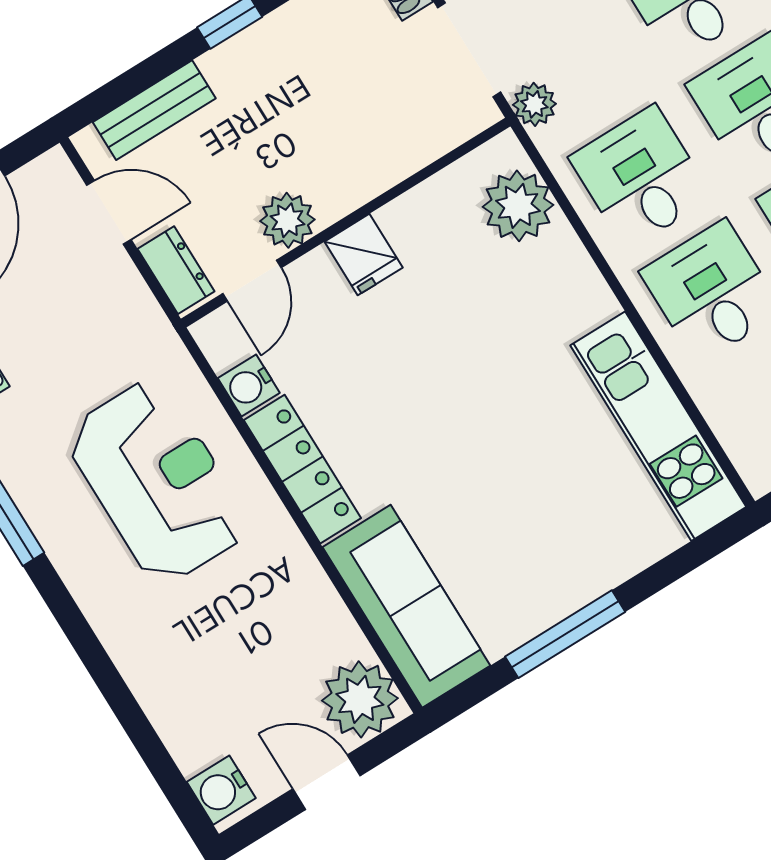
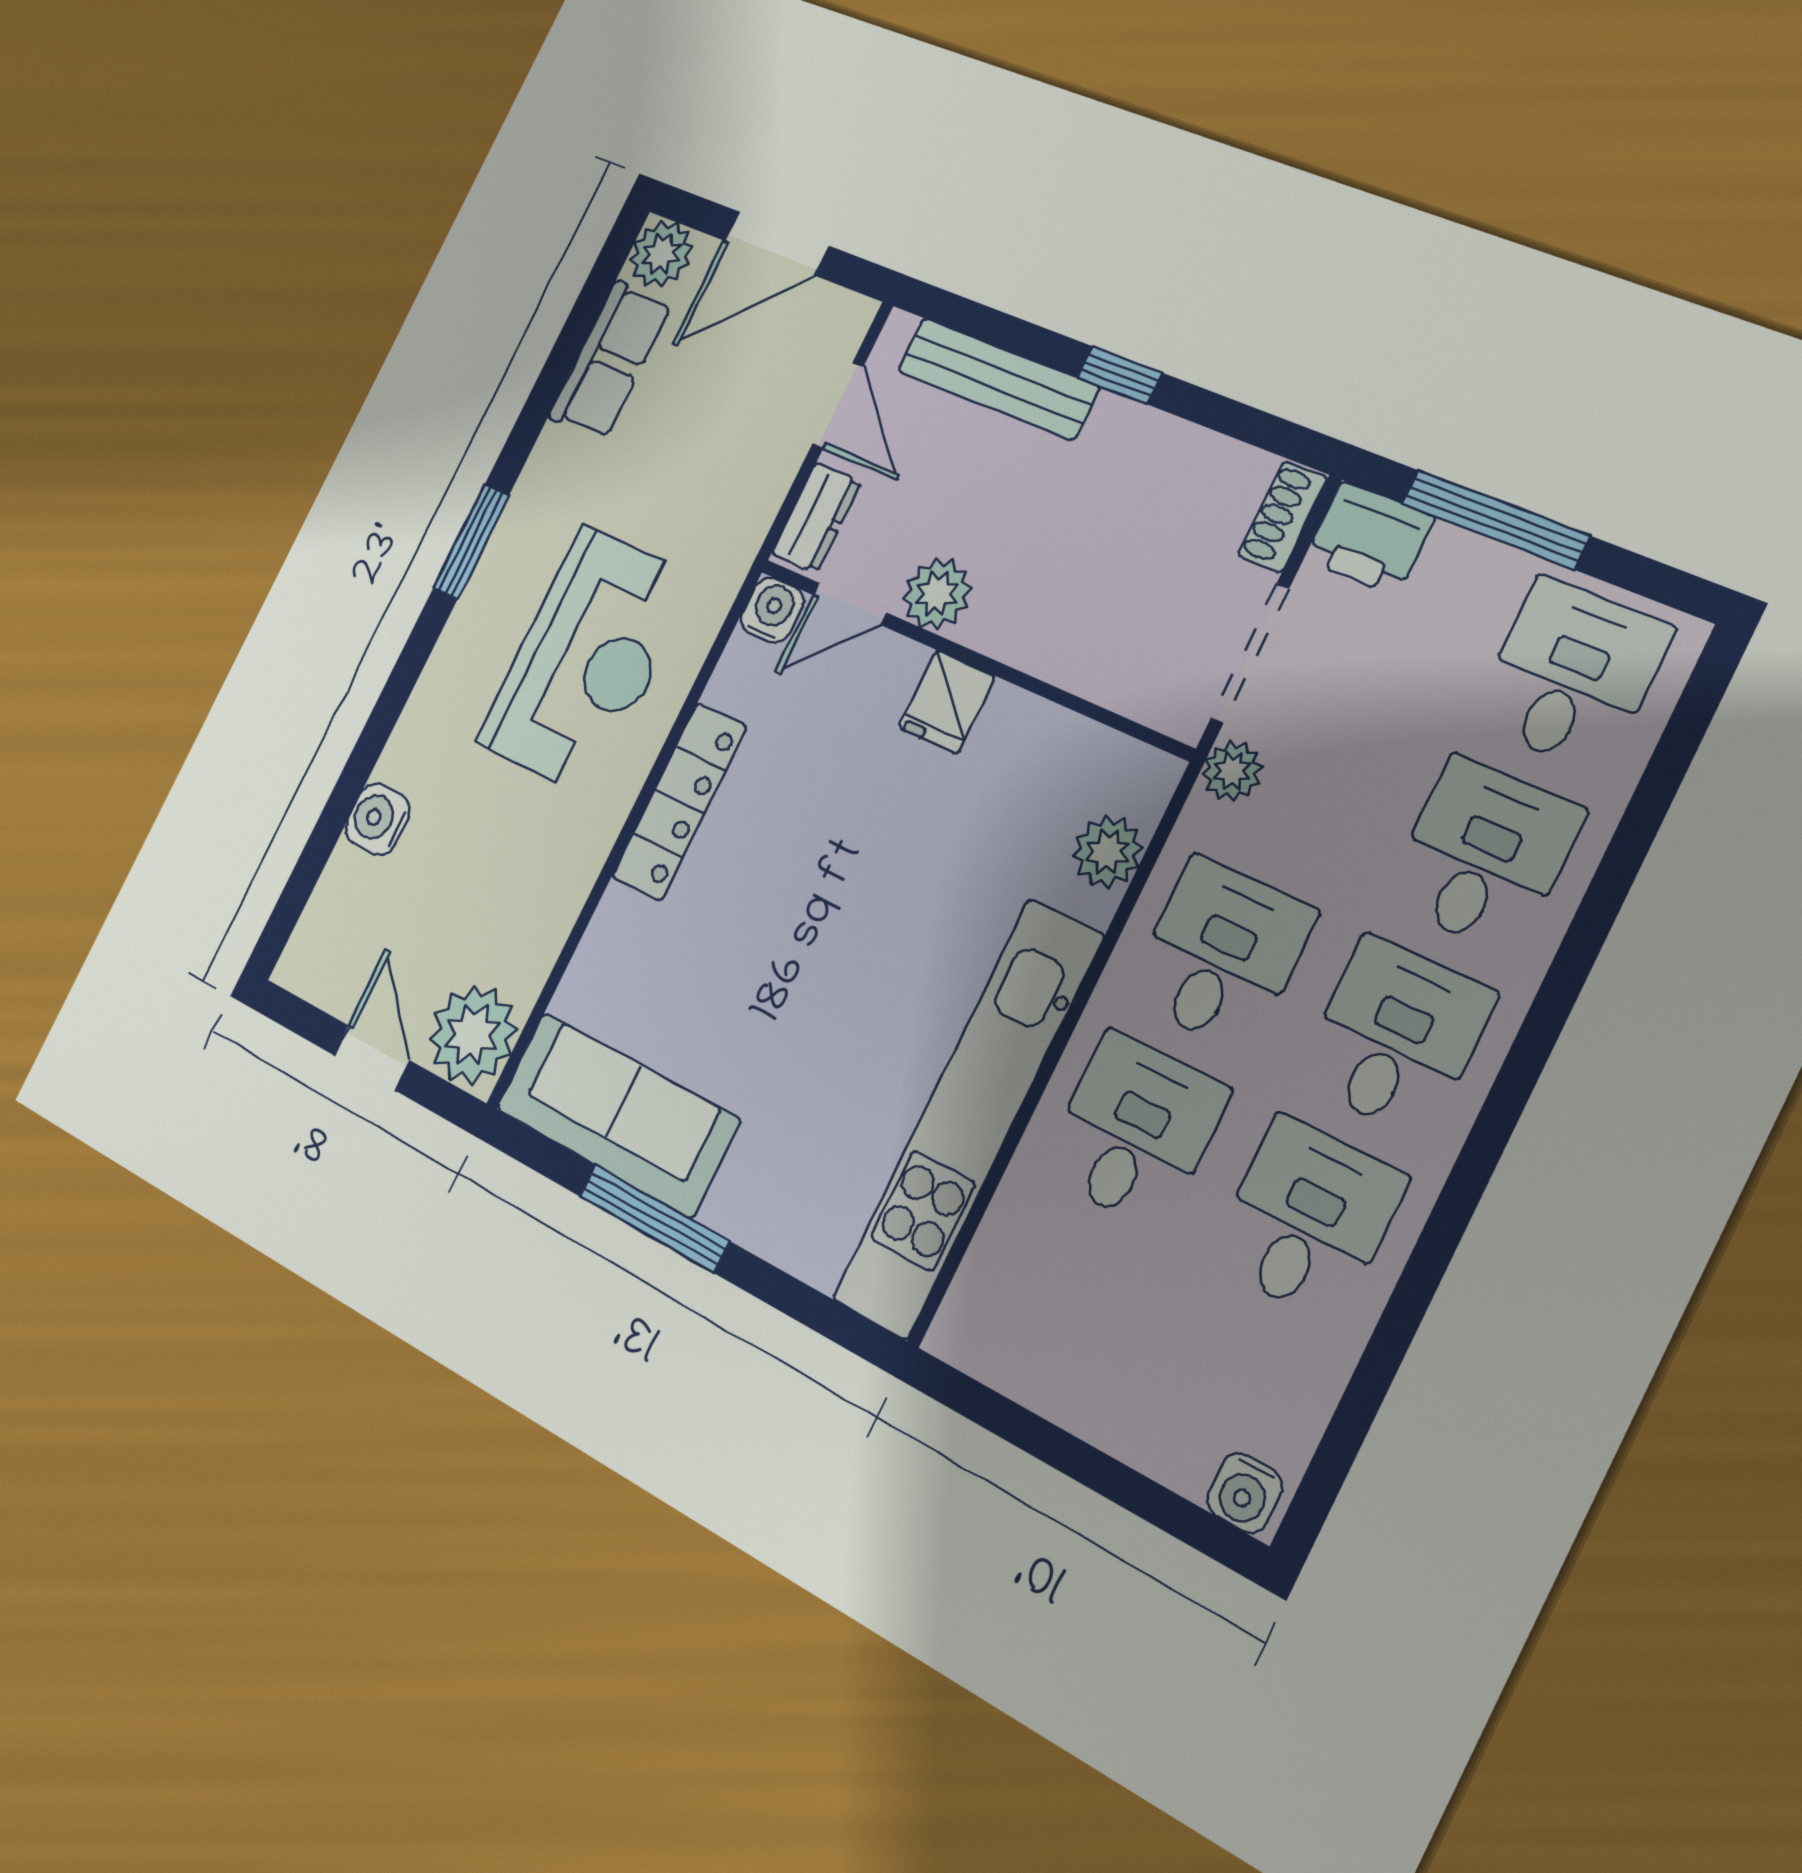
bench: (154, 110) -> (998, 379), width x1.36
plant: (518, 206) -> (1108, 852), width x0.73, depth x0.73
water cooler: (249, 385) -> (772, 610), moved, turned 90
kitchen unit: (658, 426) -> (968, 1118), width x1.36
sofa: (406, 606) -> (617, 1114), moved, turned -90
water cooler: (221, 790) -> (378, 819), moved

